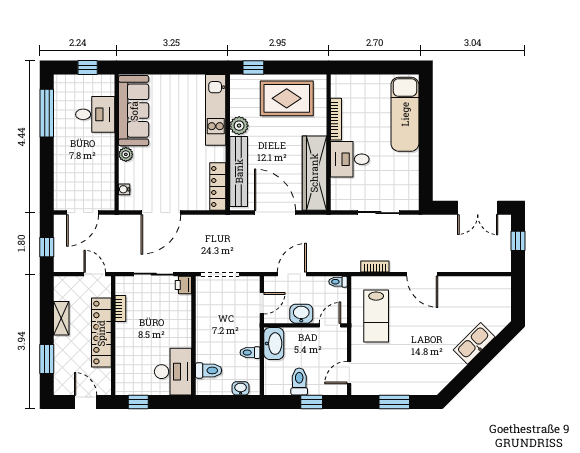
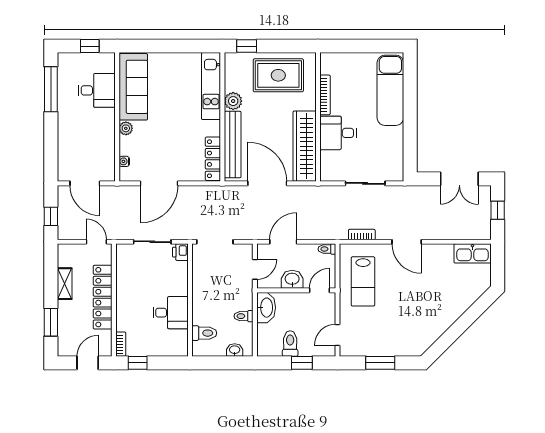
door: (83, 213) -> (85, 183), hinge flipped
bookcase: (120, 309) -> (121, 344), moved
kitchen sink: (474, 343) -> (472, 253), moved, turned -135
desk: (173, 372) -> (171, 313), moved, width x0.73
door: (86, 402) -> (88, 363), hinge flipped

